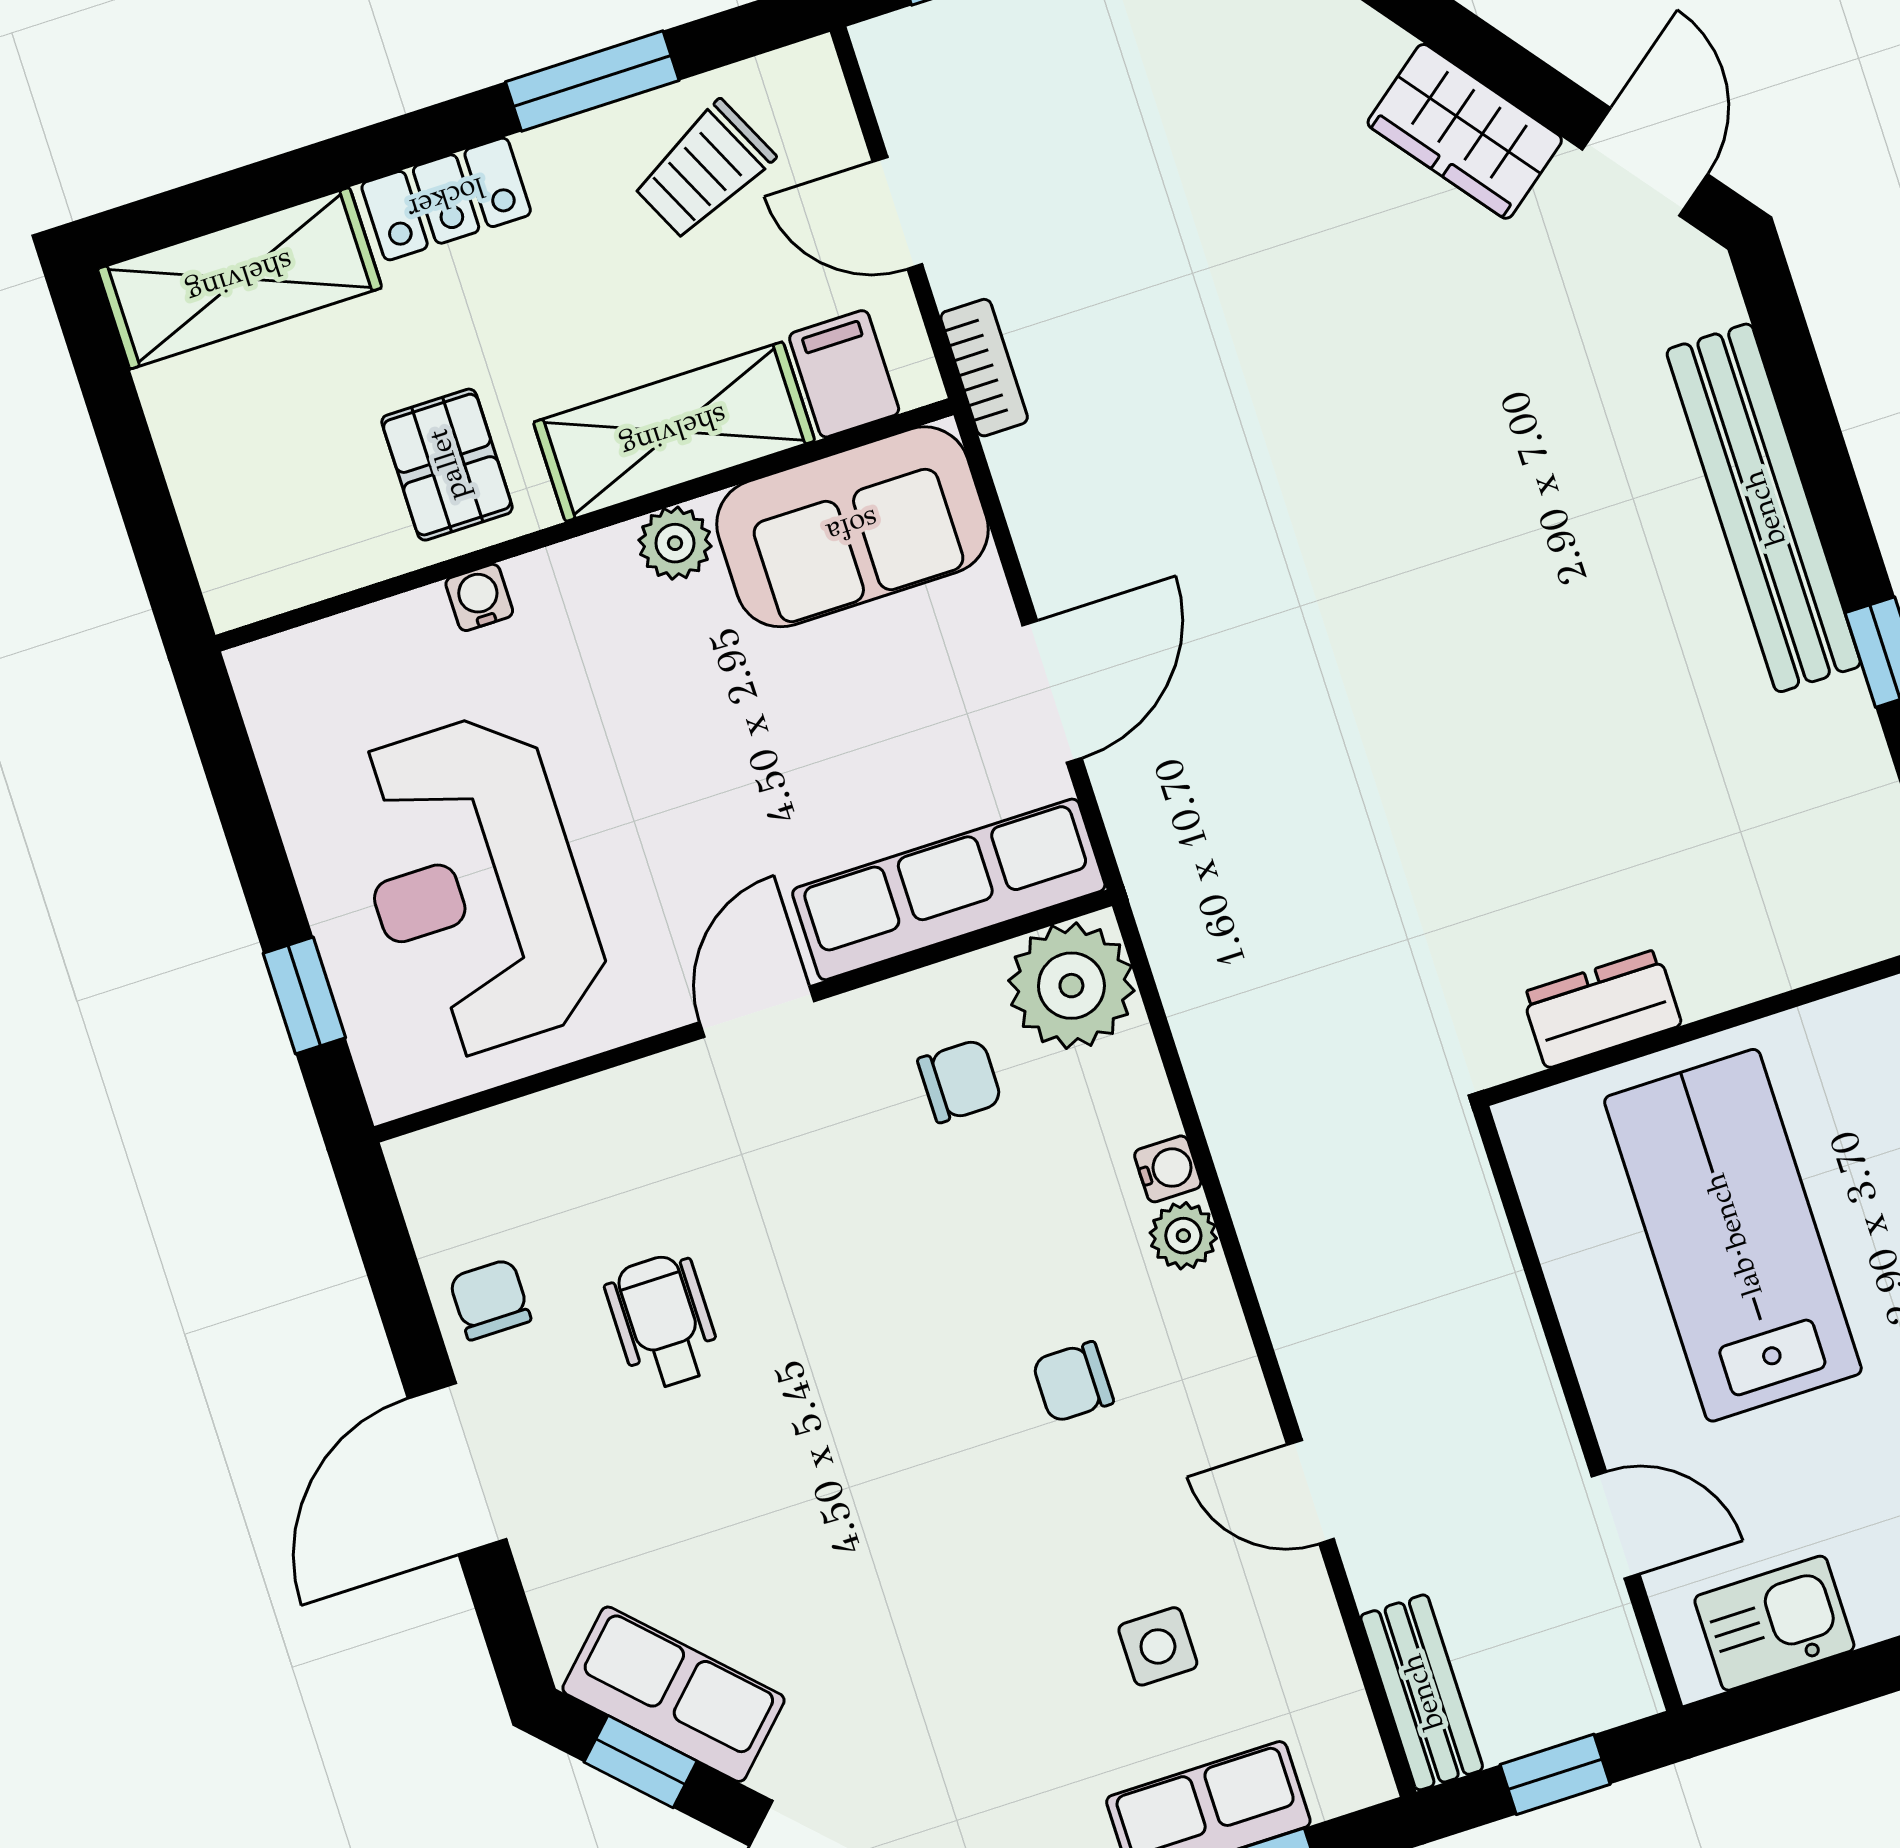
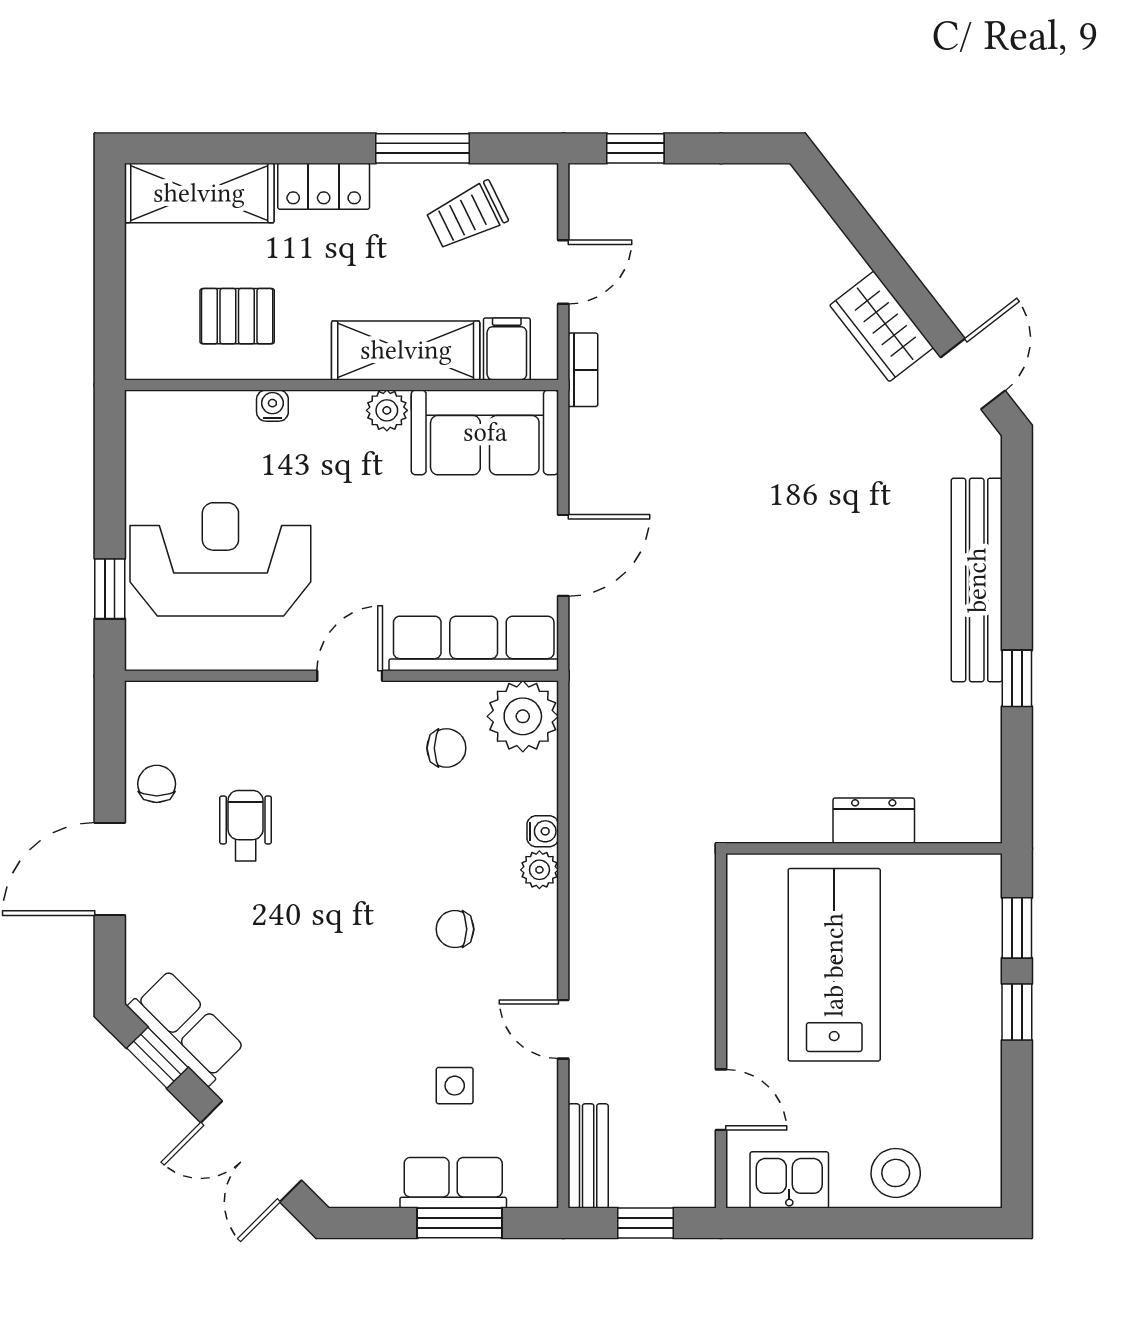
door: (897, 213) -> (563, 272), swing flipped
pallet: (447, 465) -> (237, 316), moved, turned 90
reception desk: (475, 885) -> (220, 559), turned 90
dresser: (1602, 1009) -> (874, 821), moved

